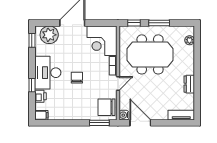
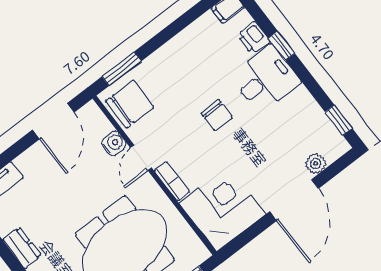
plant: (49, 35) -> (316, 164), width x0.53, depth x0.53
desk: (48, 73) -> (266, 79), width x0.73
water cooler: (124, 115) -> (114, 143), moved
door: (140, 123) -> (53, 121), hinge flipped

